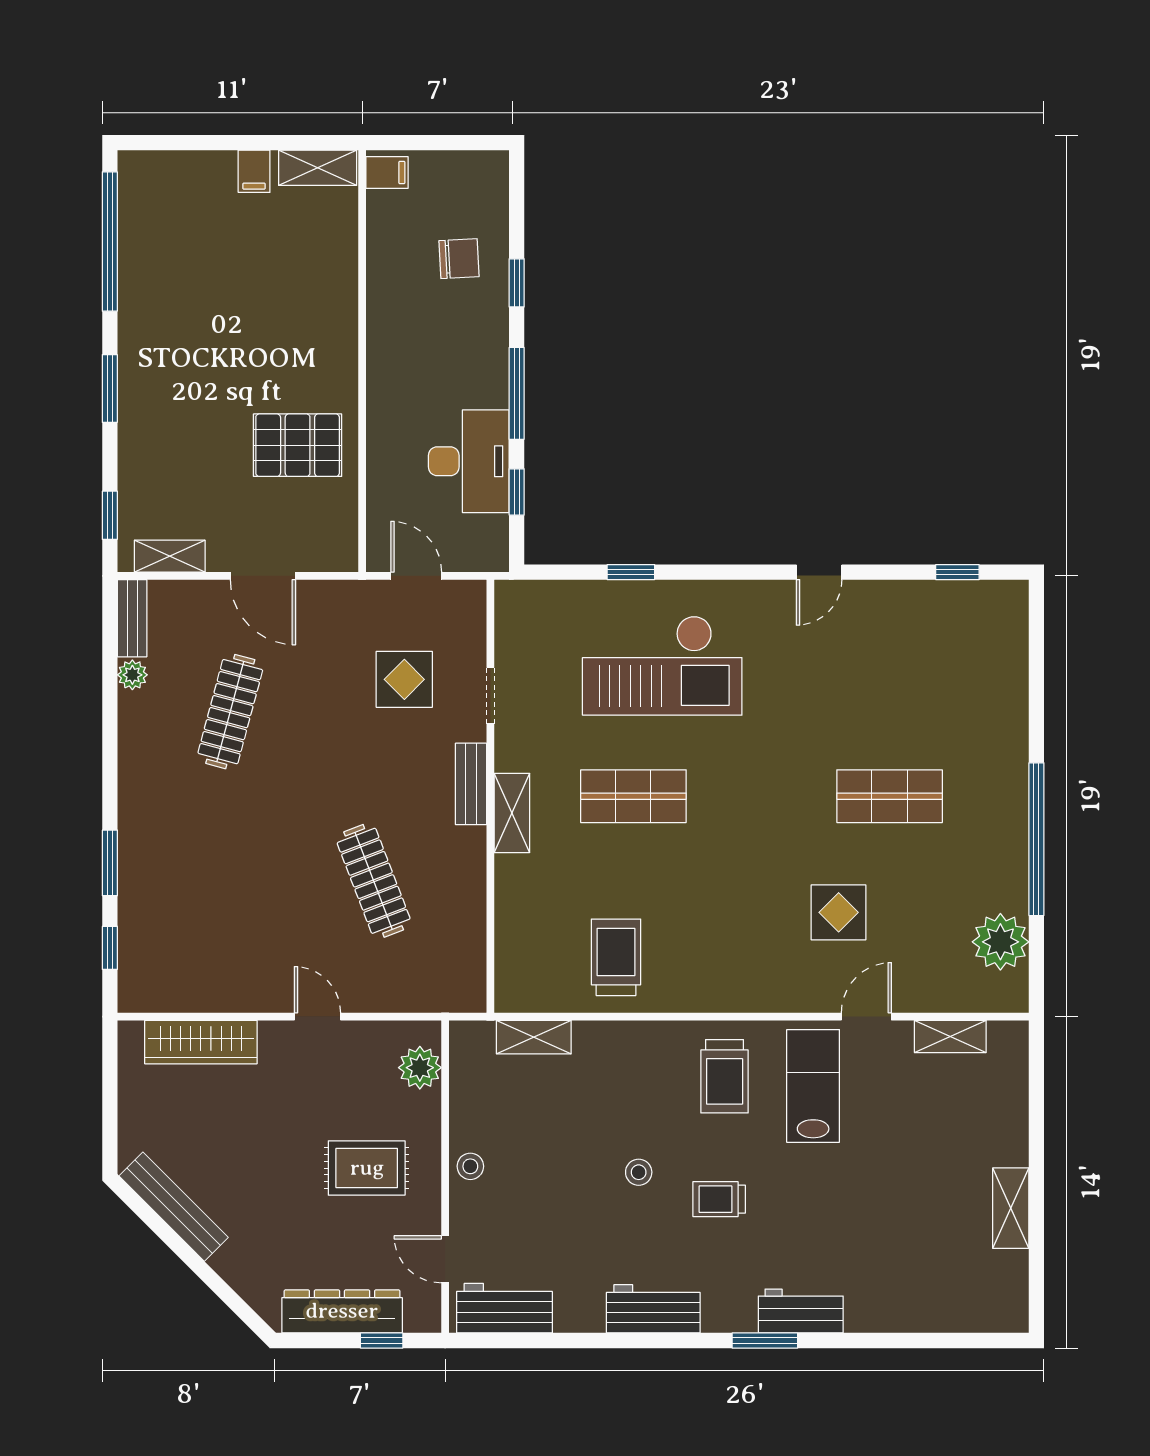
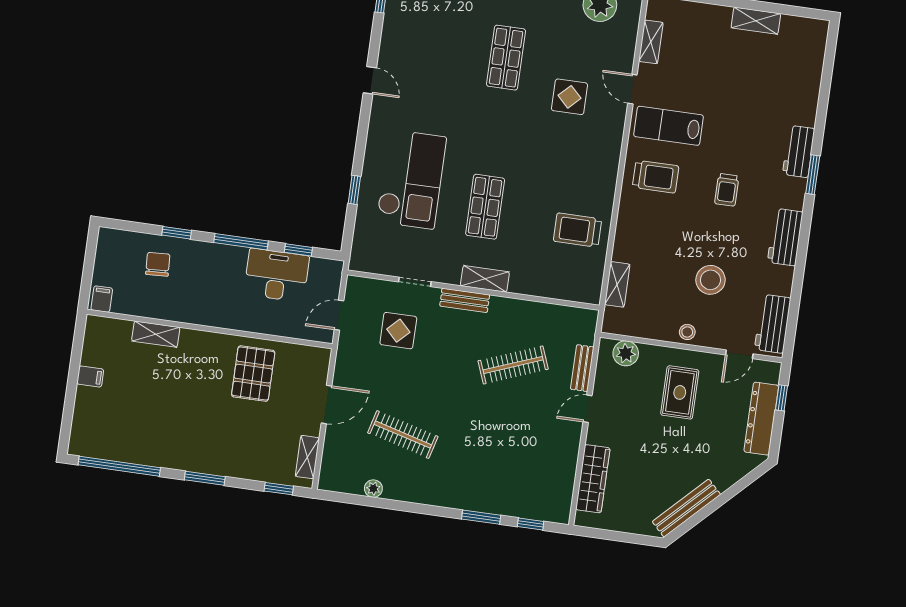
shelving: (318, 168) -> (156, 334), moved, turned 90
bench: (132, 618) -> (582, 368), moved, turned 90
stool: (639, 1172) -> (710, 280), moved, width x1.89, depth x1.89

